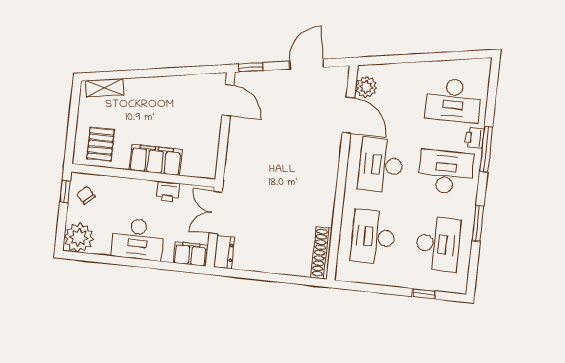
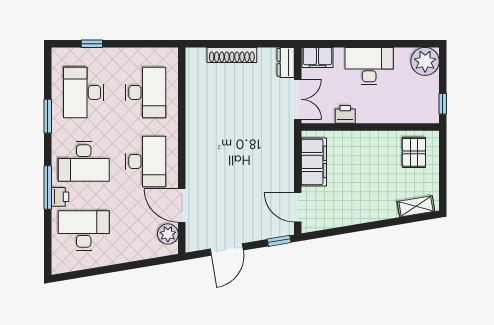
filing cabinet: (156, 160) -> (314, 162), moved, turned -90
chair: (86, 195) -> (423, 102), removed
shoe rack: (322, 253) -> (232, 55), moved, turned 90

